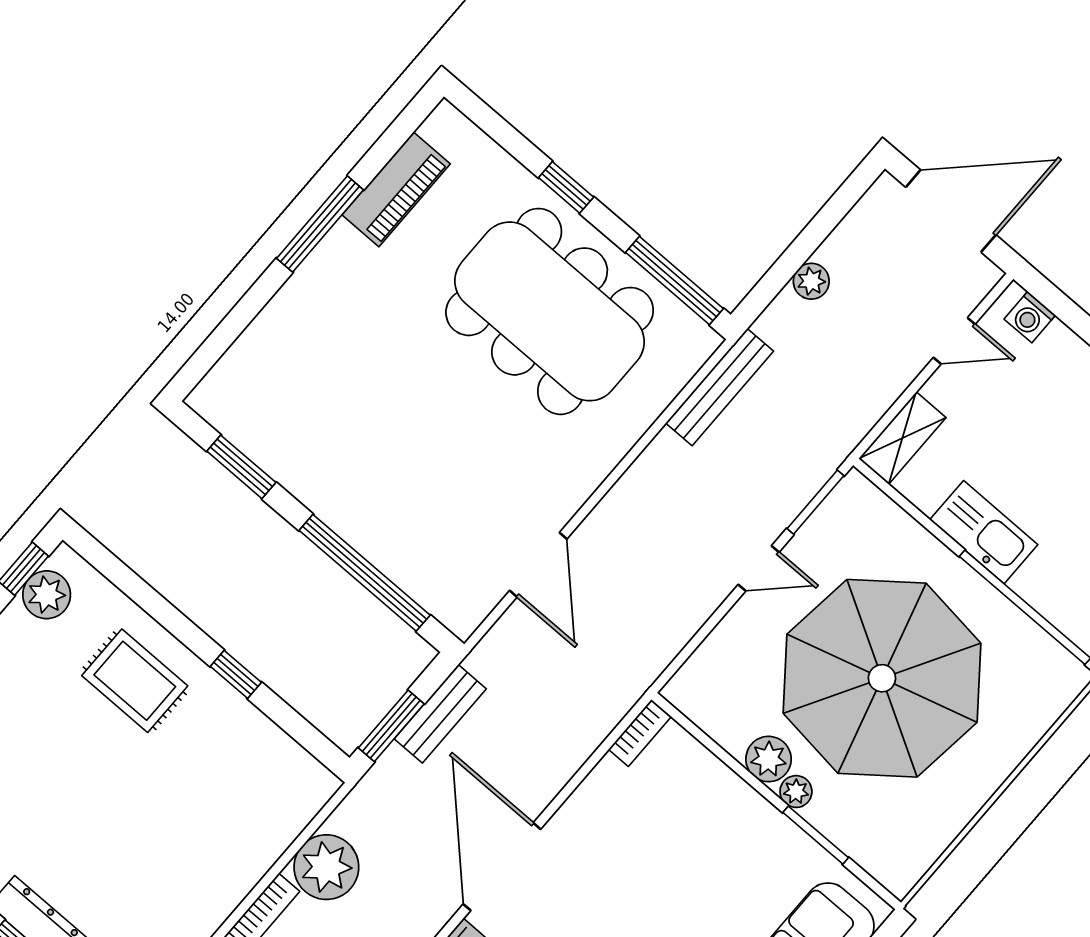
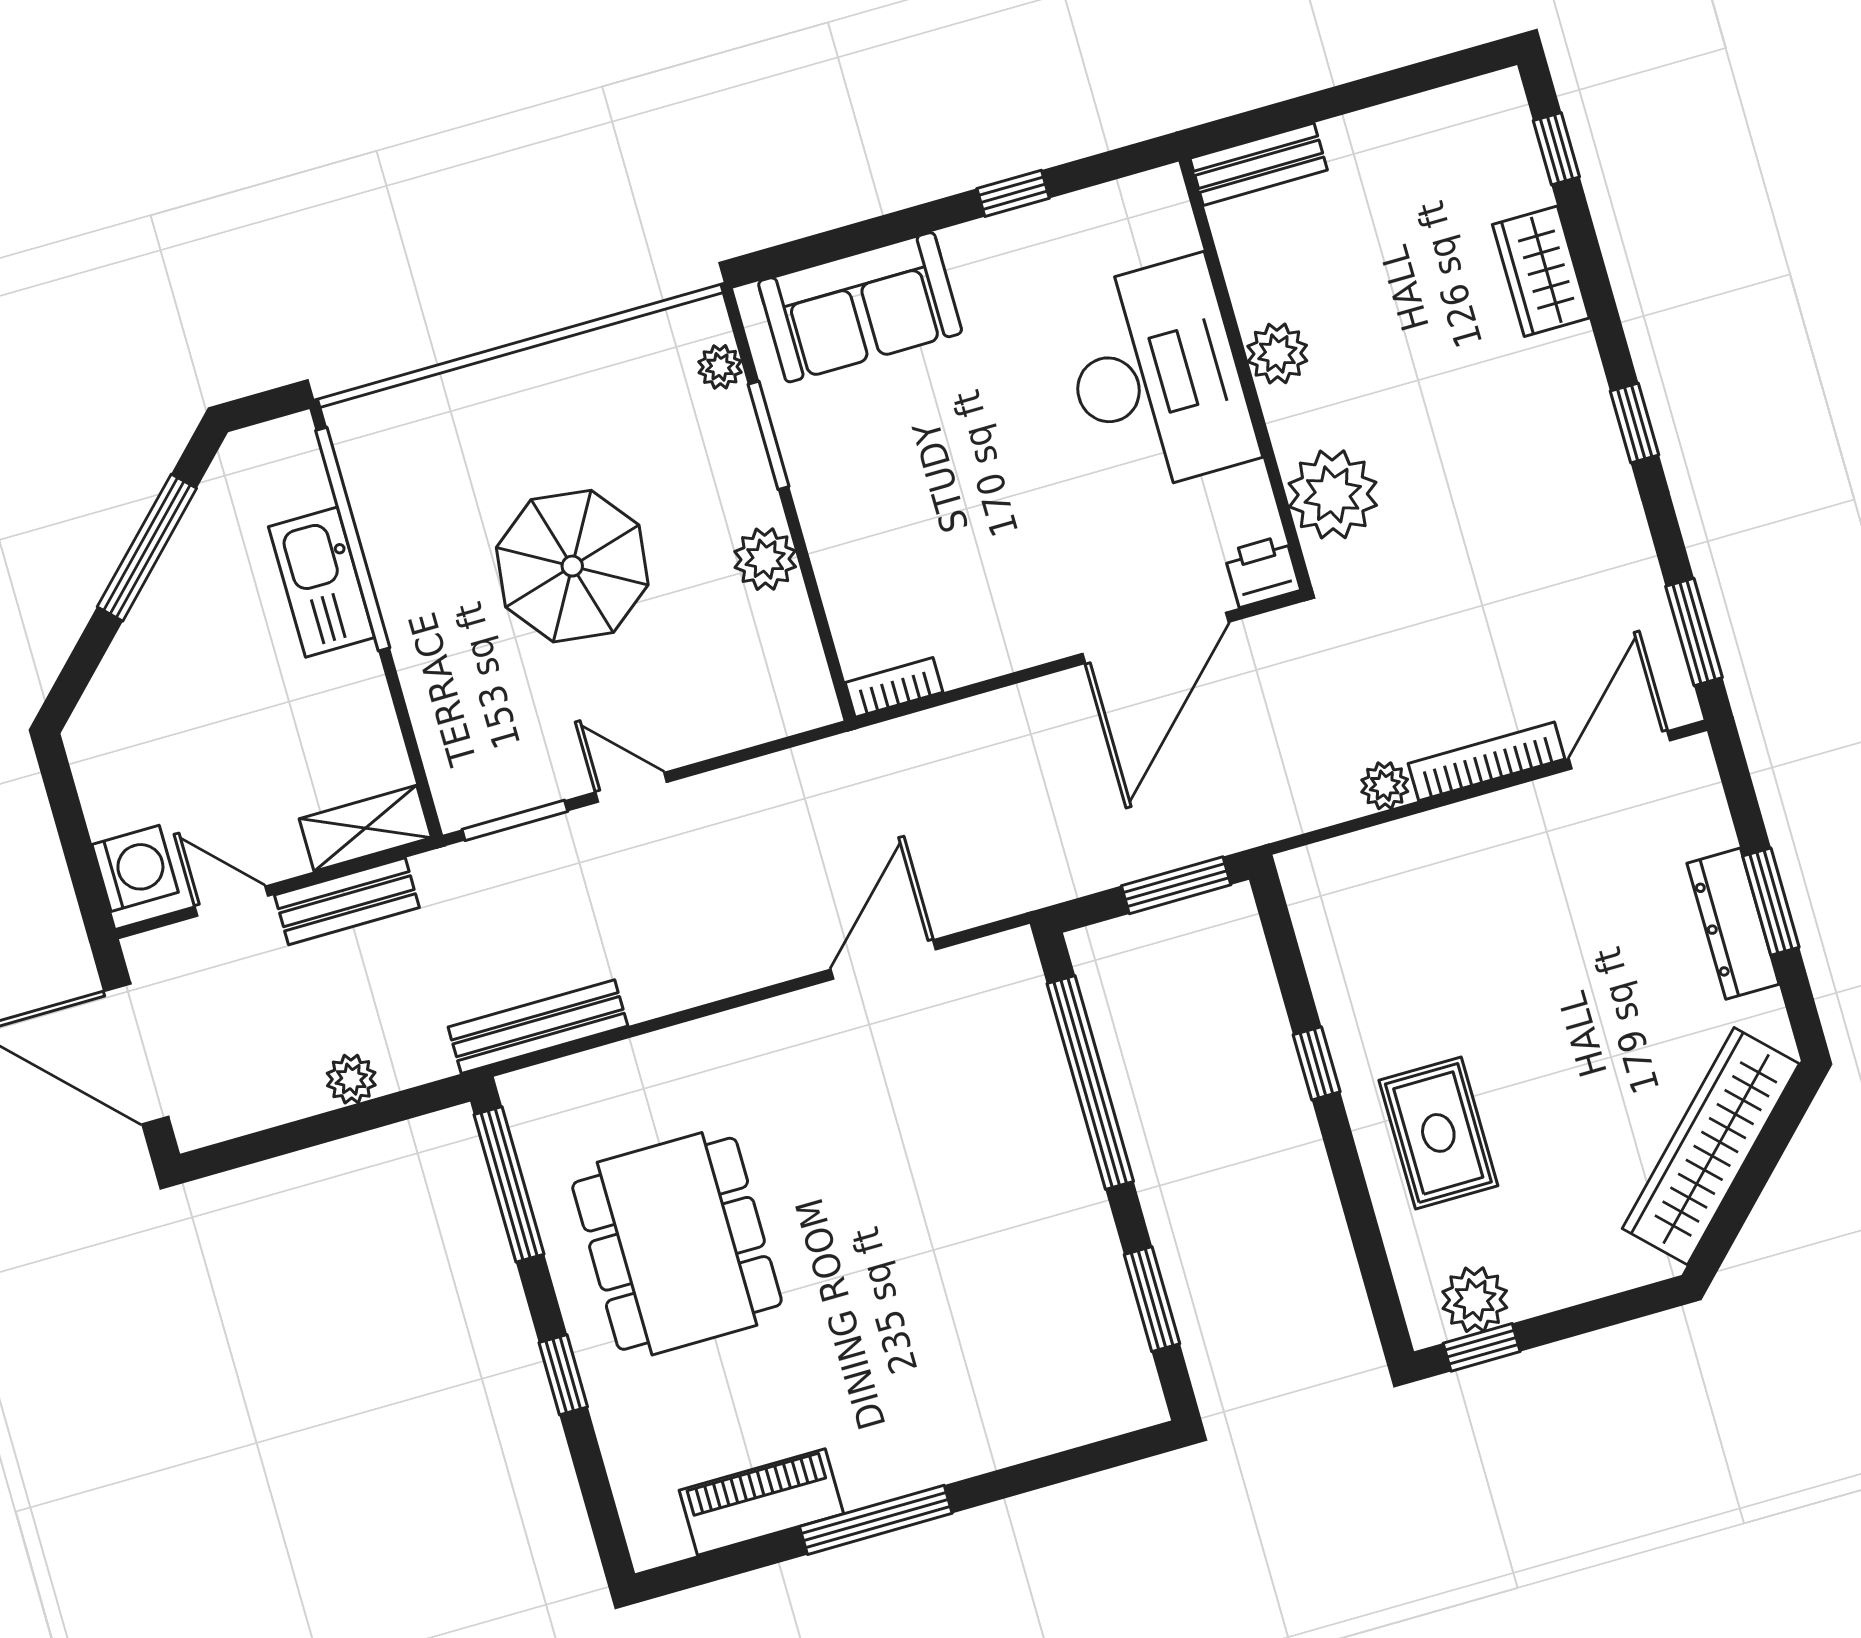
dining table: (550, 311) -> (677, 1244), width x0.73, depth x0.80
washing machine: (1030, 317) -> (135, 868), width x1.38, depth x1.38
kitchen sink: (984, 532) -> (322, 582), moved
parasol: (882, 678) -> (572, 566), width x0.54, depth x0.54
bench: (440, 714) -> (347, 901), moved
plant: (796, 792) -> (720, 367), moved
plant: (326, 867) -> (1385, 786), width x0.53, depth x0.53

